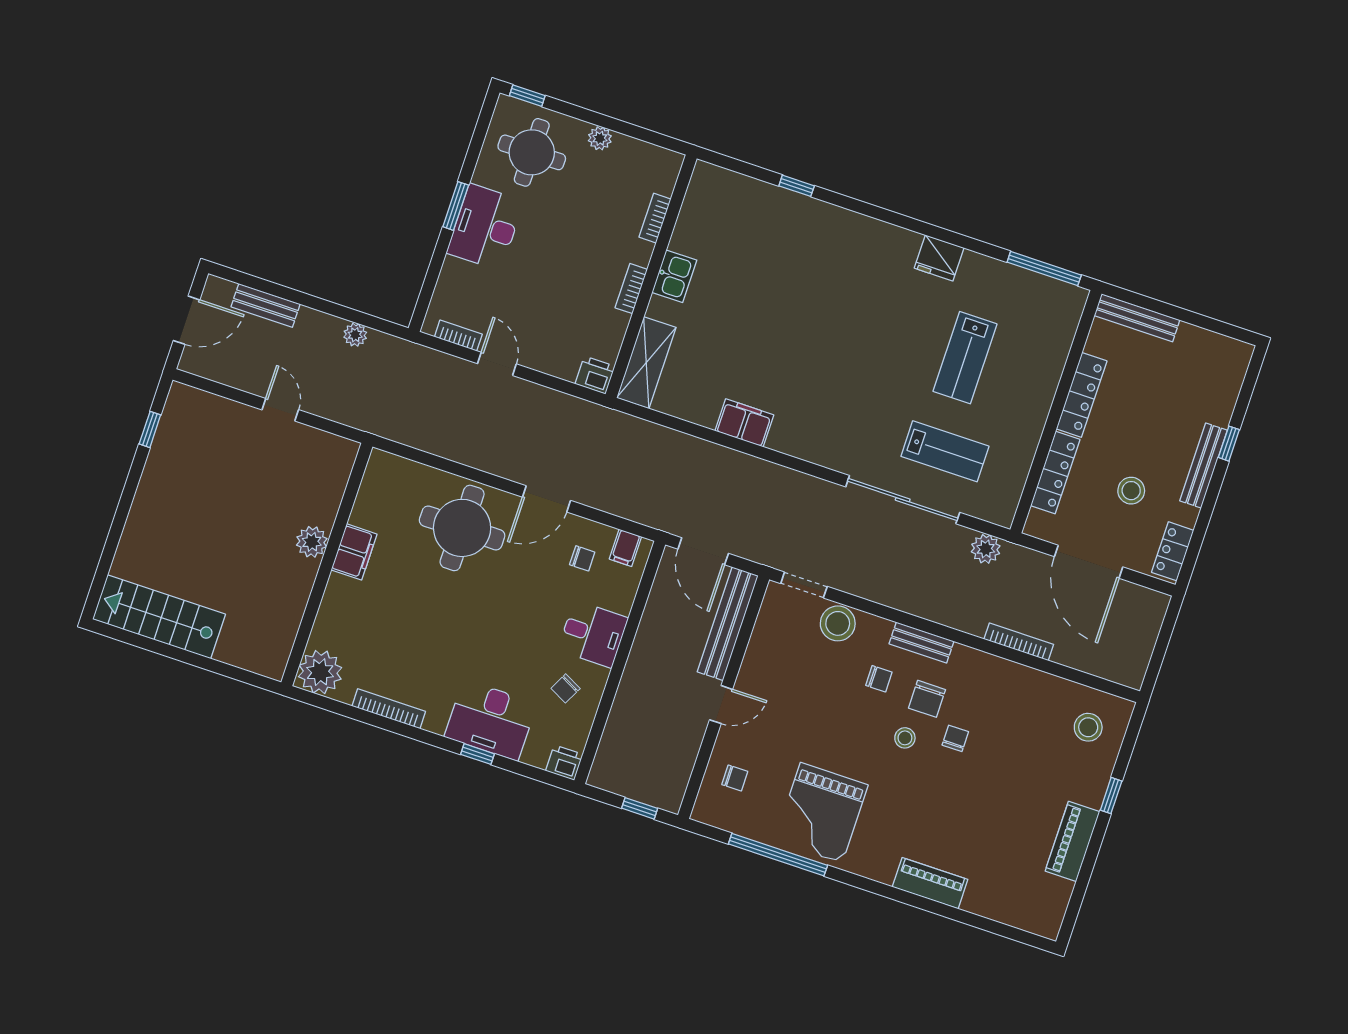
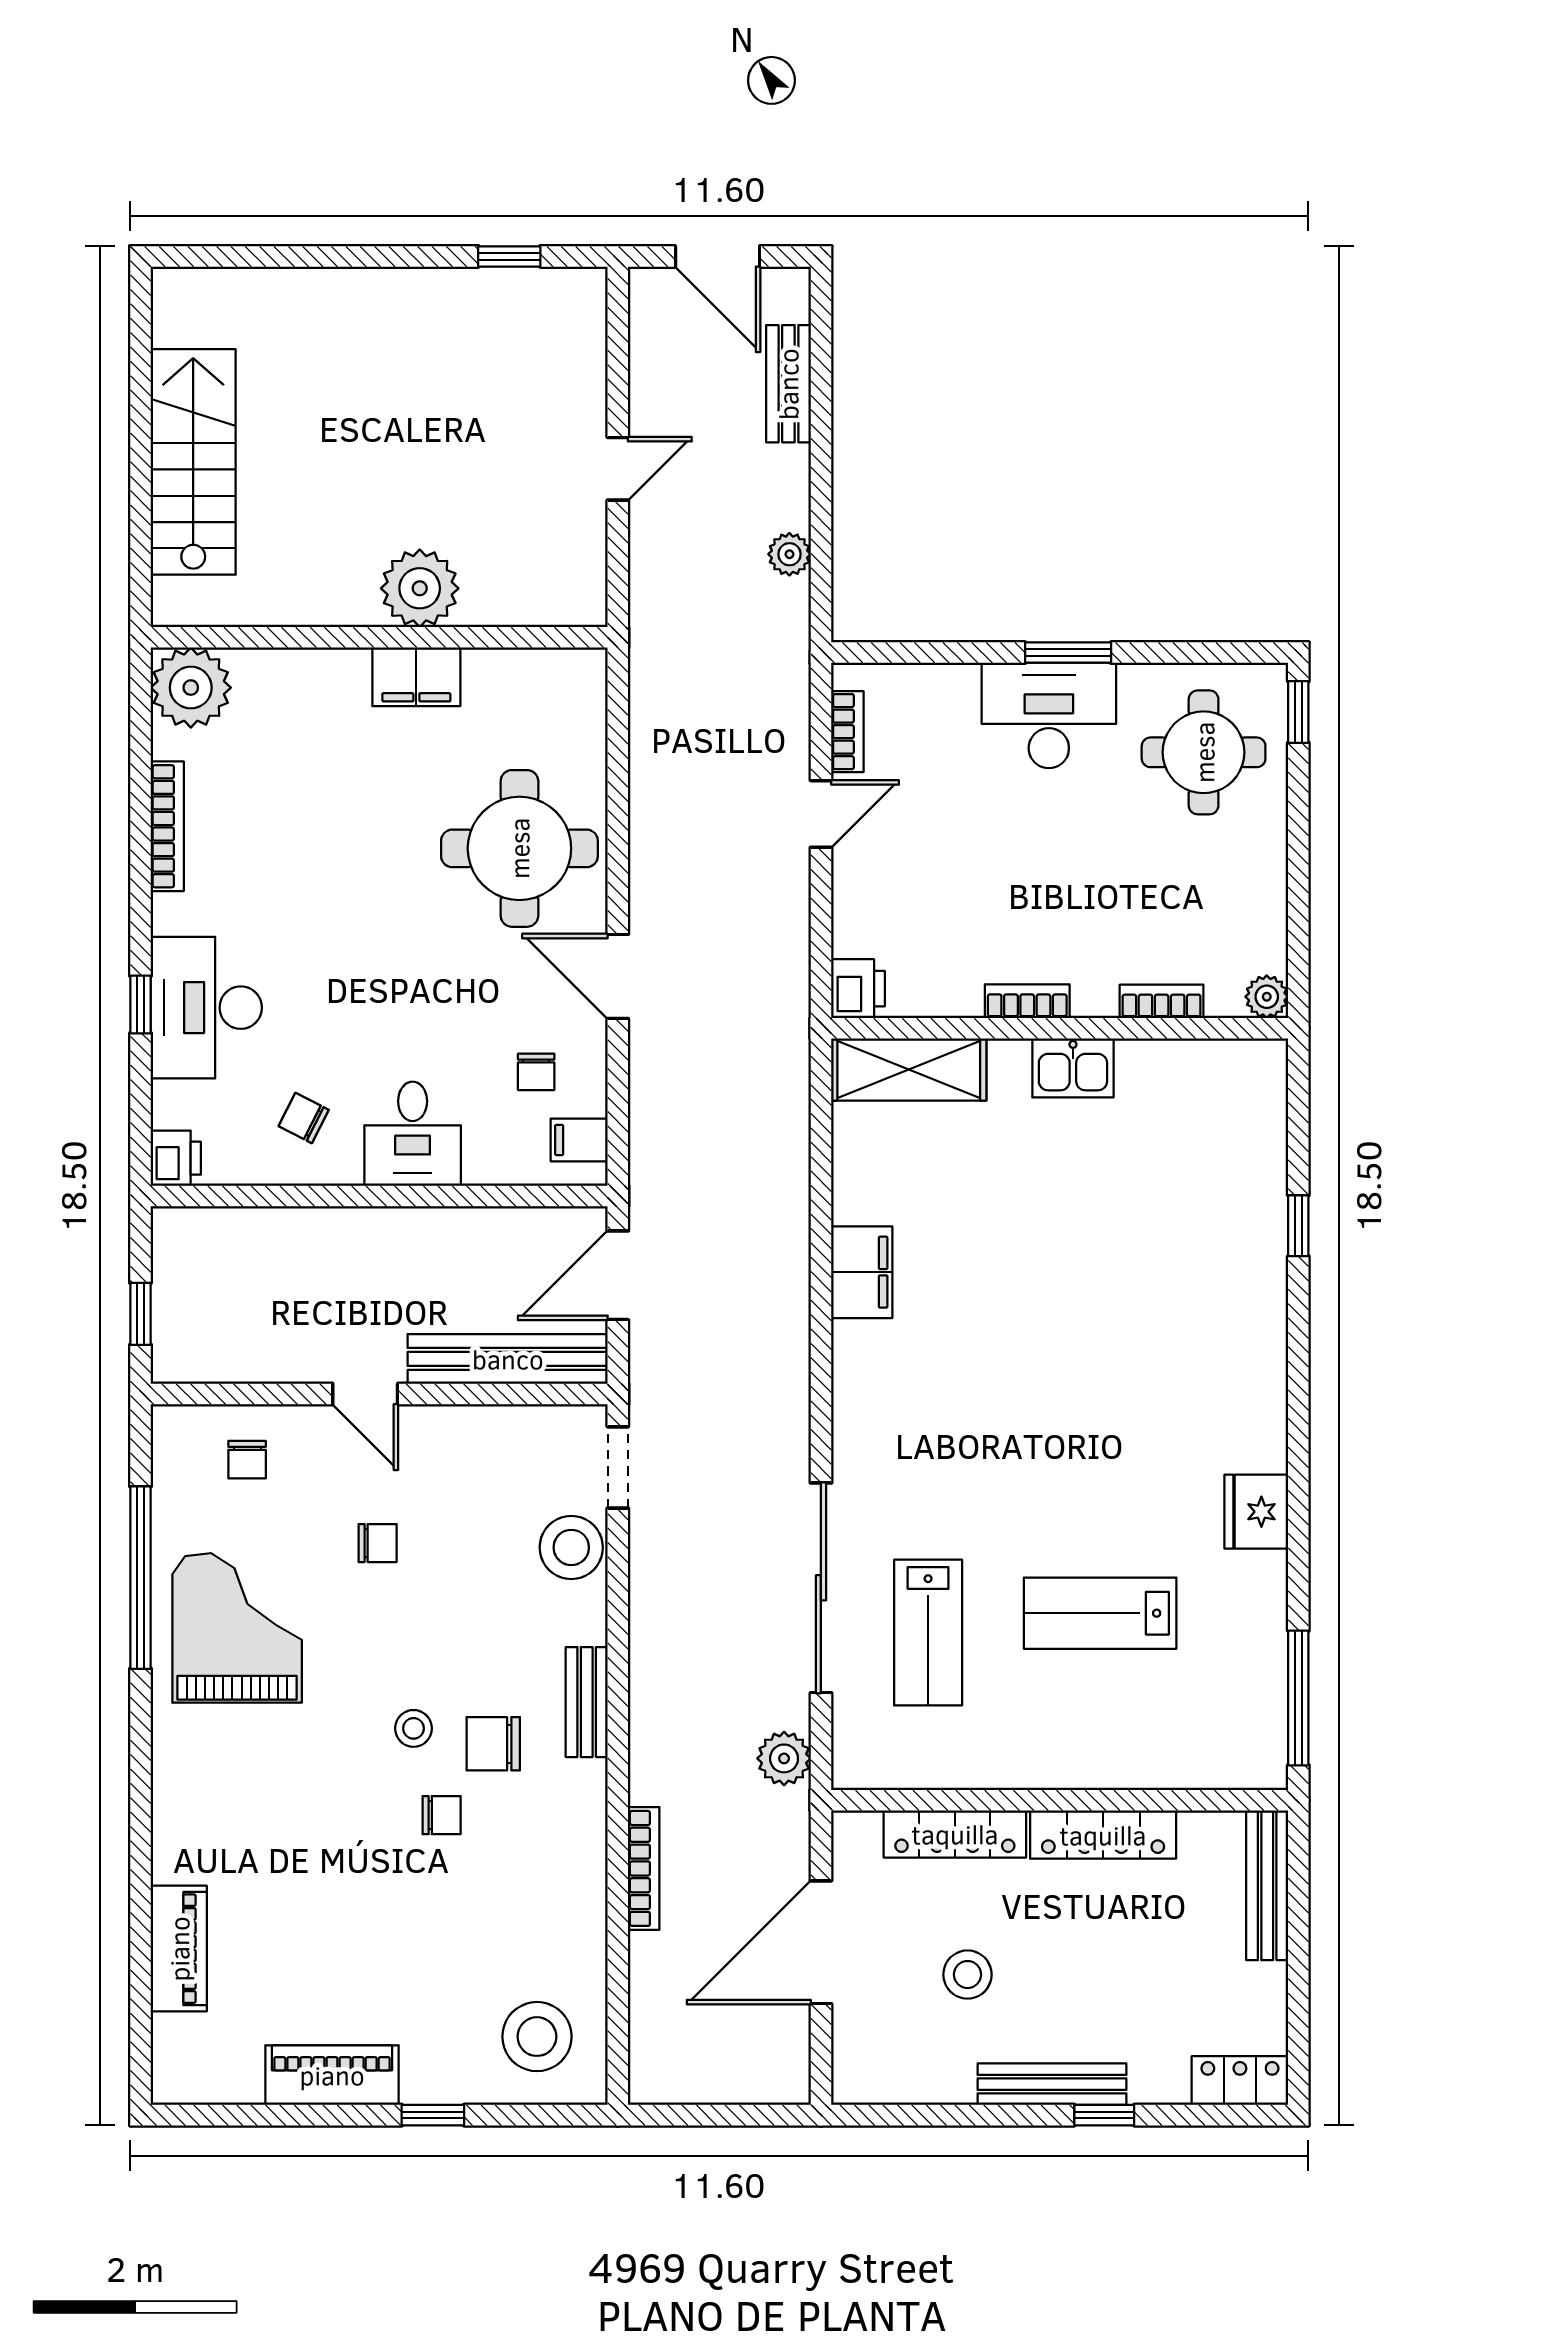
plant: (600, 138) -> (1267, 997), moved
plant: (312, 542) -> (420, 588), width x1.36, depth x1.36
locker: (1173, 551) -> (1240, 2081), moved
stairs: (159, 617) -> (193, 462), moved
chair: (879, 679) -> (378, 1543), moved, turned -90
stool: (1088, 727) -> (537, 2037), width x1.38, depth x1.38
grand piano: (821, 813) -> (237, 1628), turned 90
piano: (930, 883) -> (179, 1949), moved

